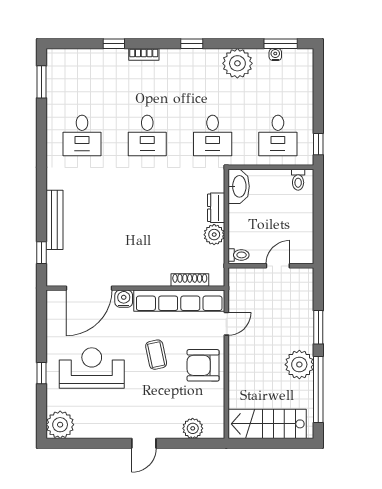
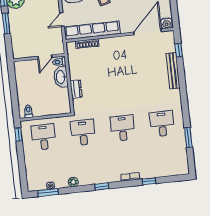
plant: (237, 63) -> (73, 182), width x0.53, depth x0.53
window: (42, 82) -> (188, 137), moved
washbasin: (239, 186) -> (61, 77), moved
plant: (214, 235) -> (75, 73), removed
door: (278, 266) -> (45, 57), moved
water cooler: (124, 299) -> (167, 23), moved

